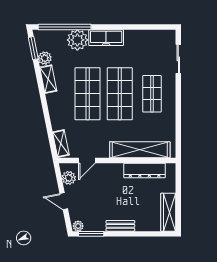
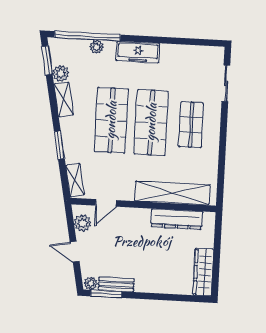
plant: (77, 40) -> (97, 47), width x0.53, depth x0.53
window: (47, 116) -> (59, 145), added
bench: (120, 226) -> (116, 284), moved

